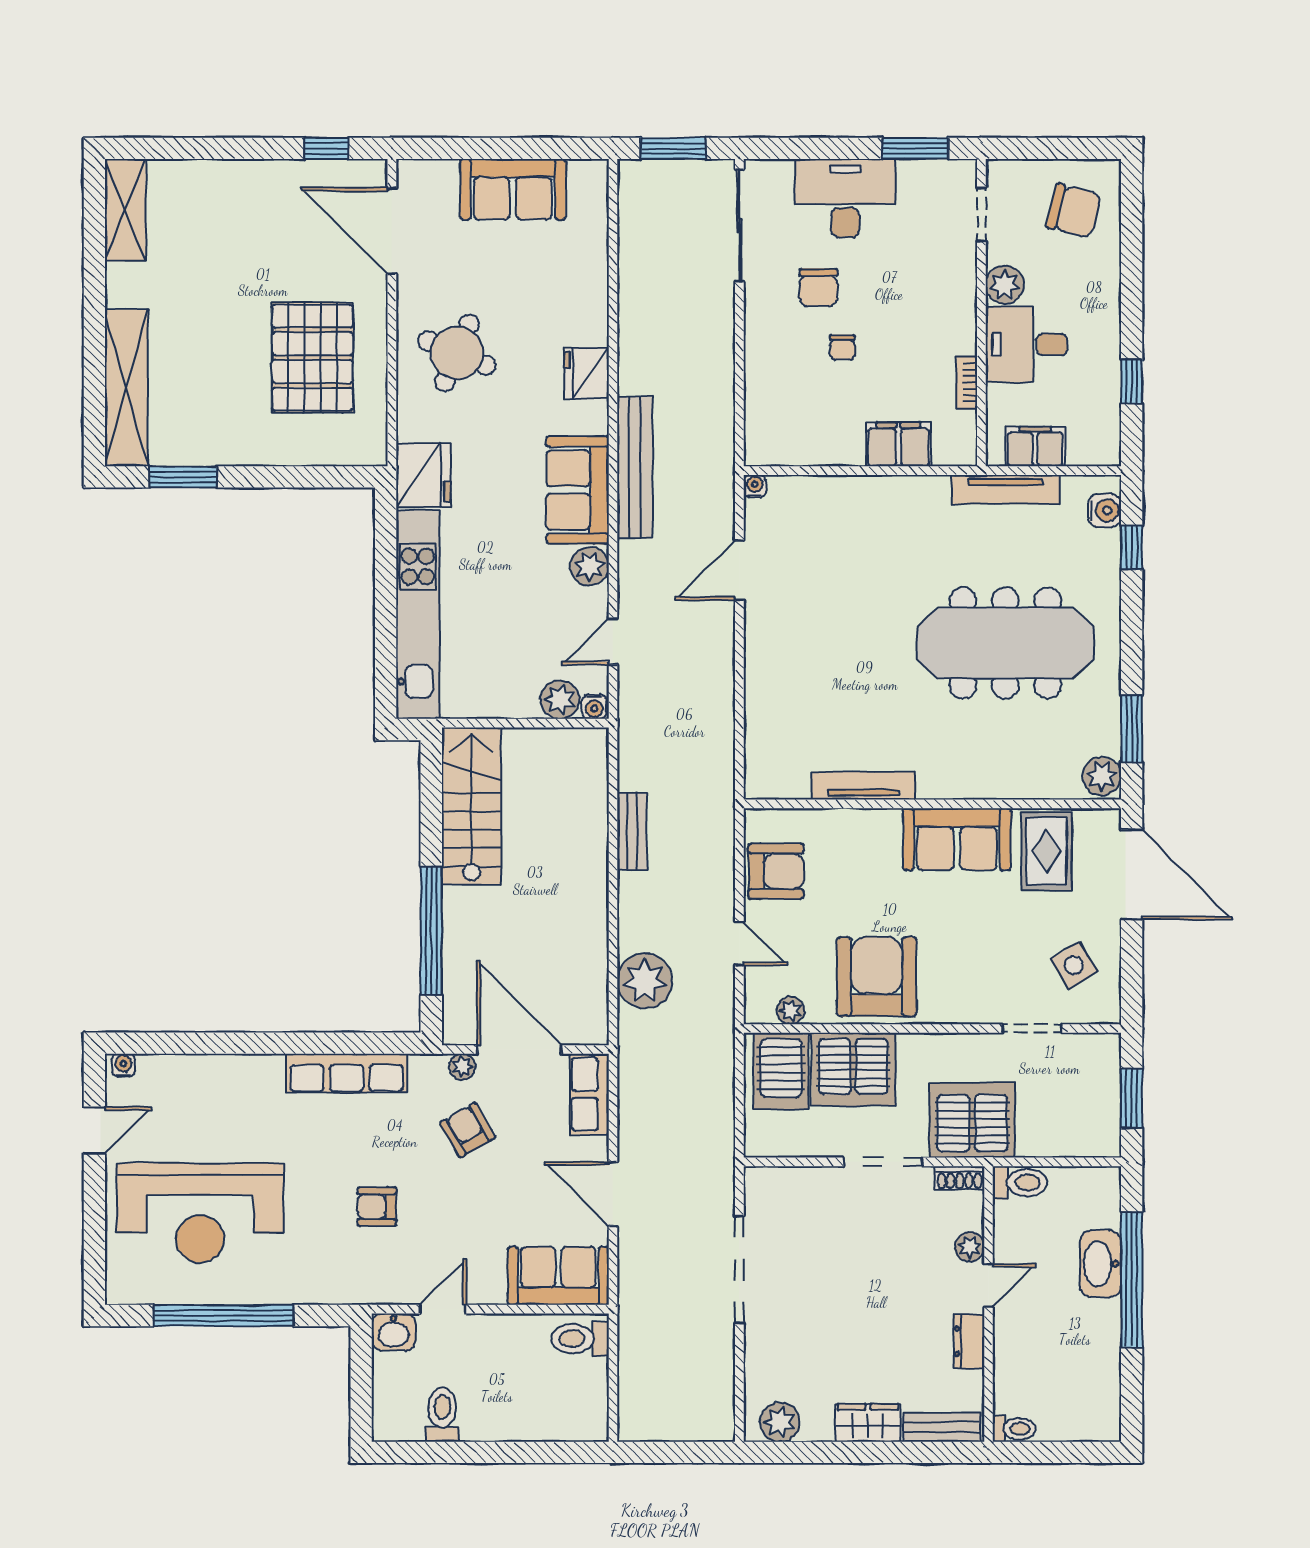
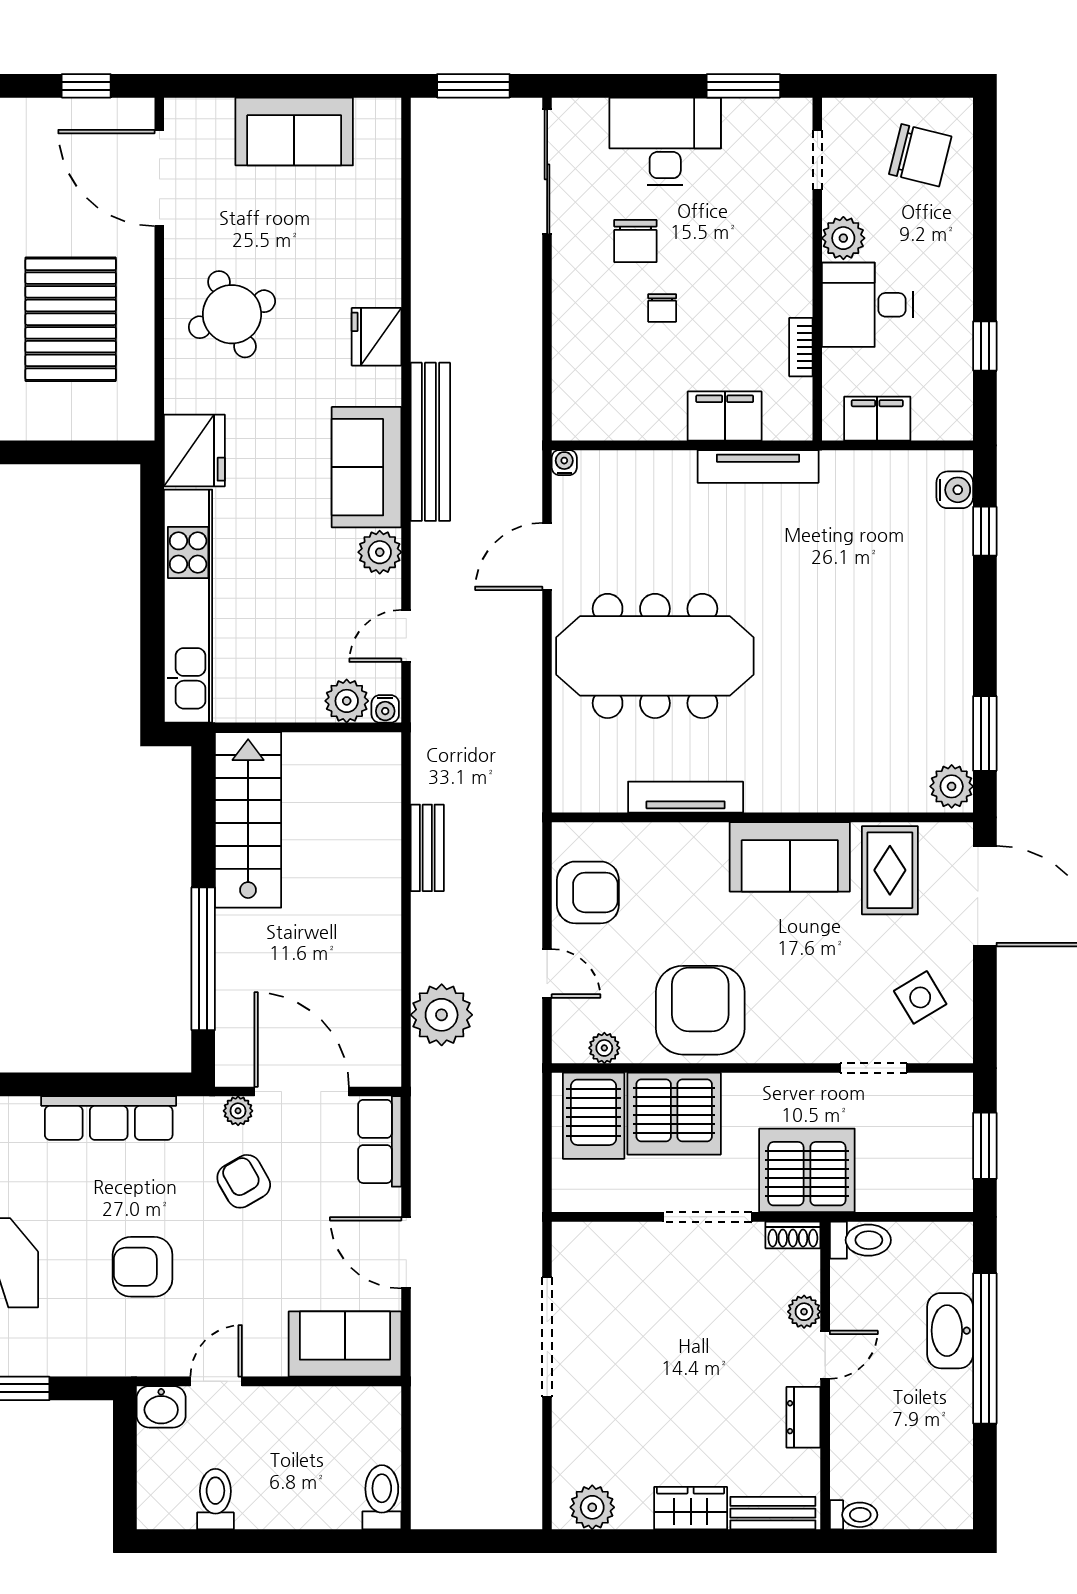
round table: (457, 353) -> (232, 314), turned 45
tv unit: (1006, 489) -> (758, 466), moved
meeting table: (1005, 643) -> (655, 656), moved
armchair: (377, 1207) -> (143, 1267), width x1.38, depth x1.38
toilet: (580, 1339) -> (382, 1497), moved, turned 90

